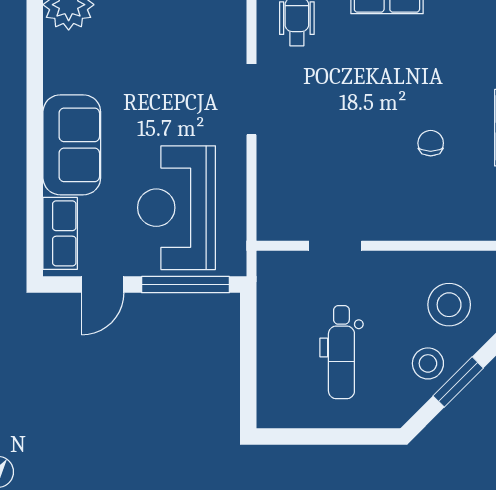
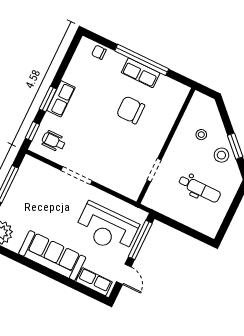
chair: (431, 143) -> (131, 110), width x1.87, depth x1.87
sofa: (72, 145) -> (52, 256), width x1.36
stool: (449, 305) -> (201, 135), width x0.53, depth x0.53

